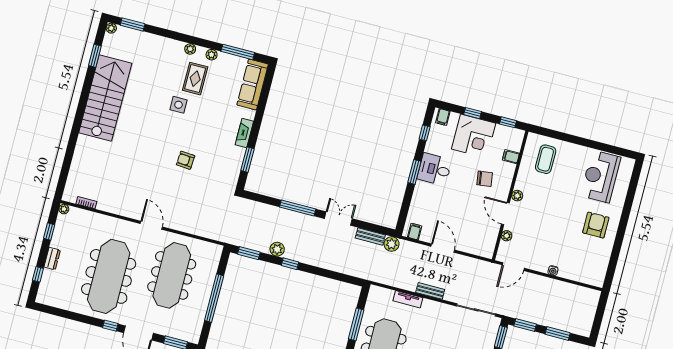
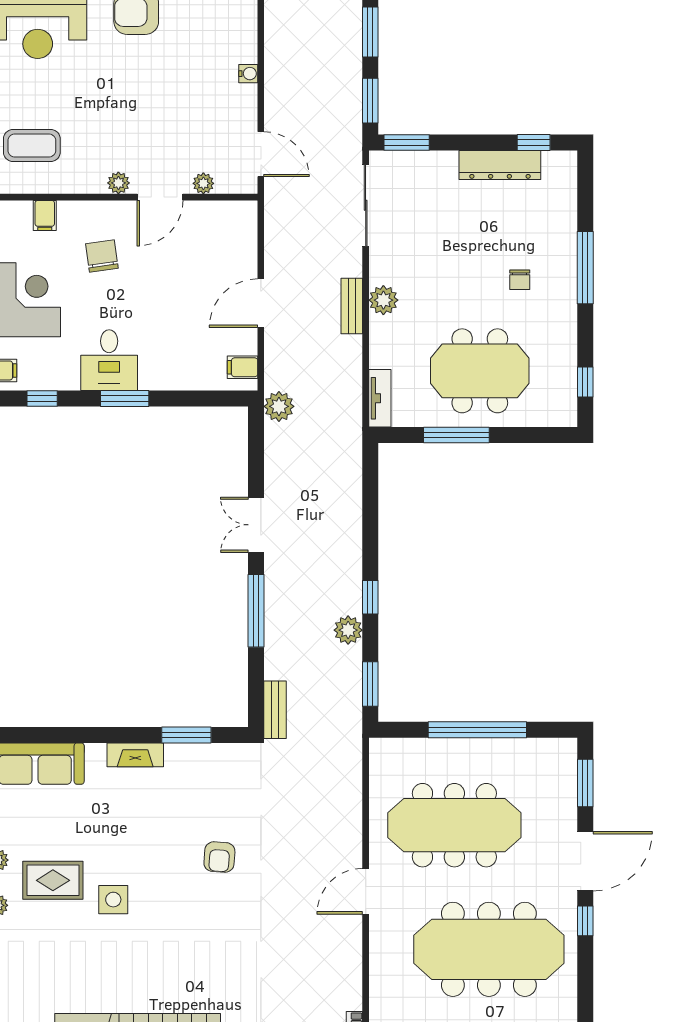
bench: (370, 236) -> (275, 710), moved
tv unit: (408, 299) -> (380, 398), moved
plant: (429, 307) -> (383, 300), added

